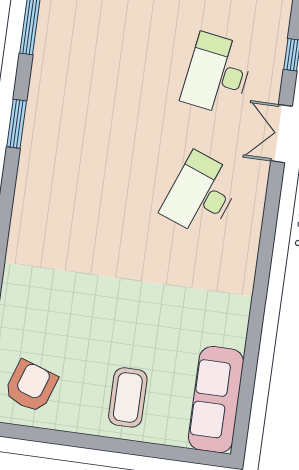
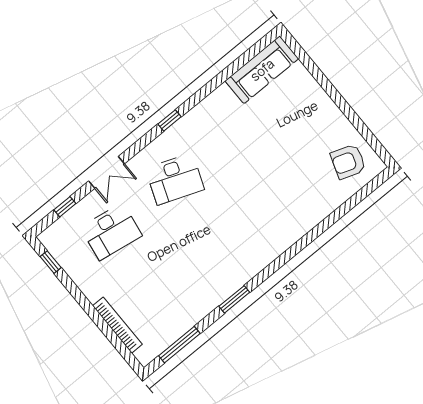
window: (265, 253) -> (170, 120), added
coffee table: (128, 397) -> (305, 111), removed

